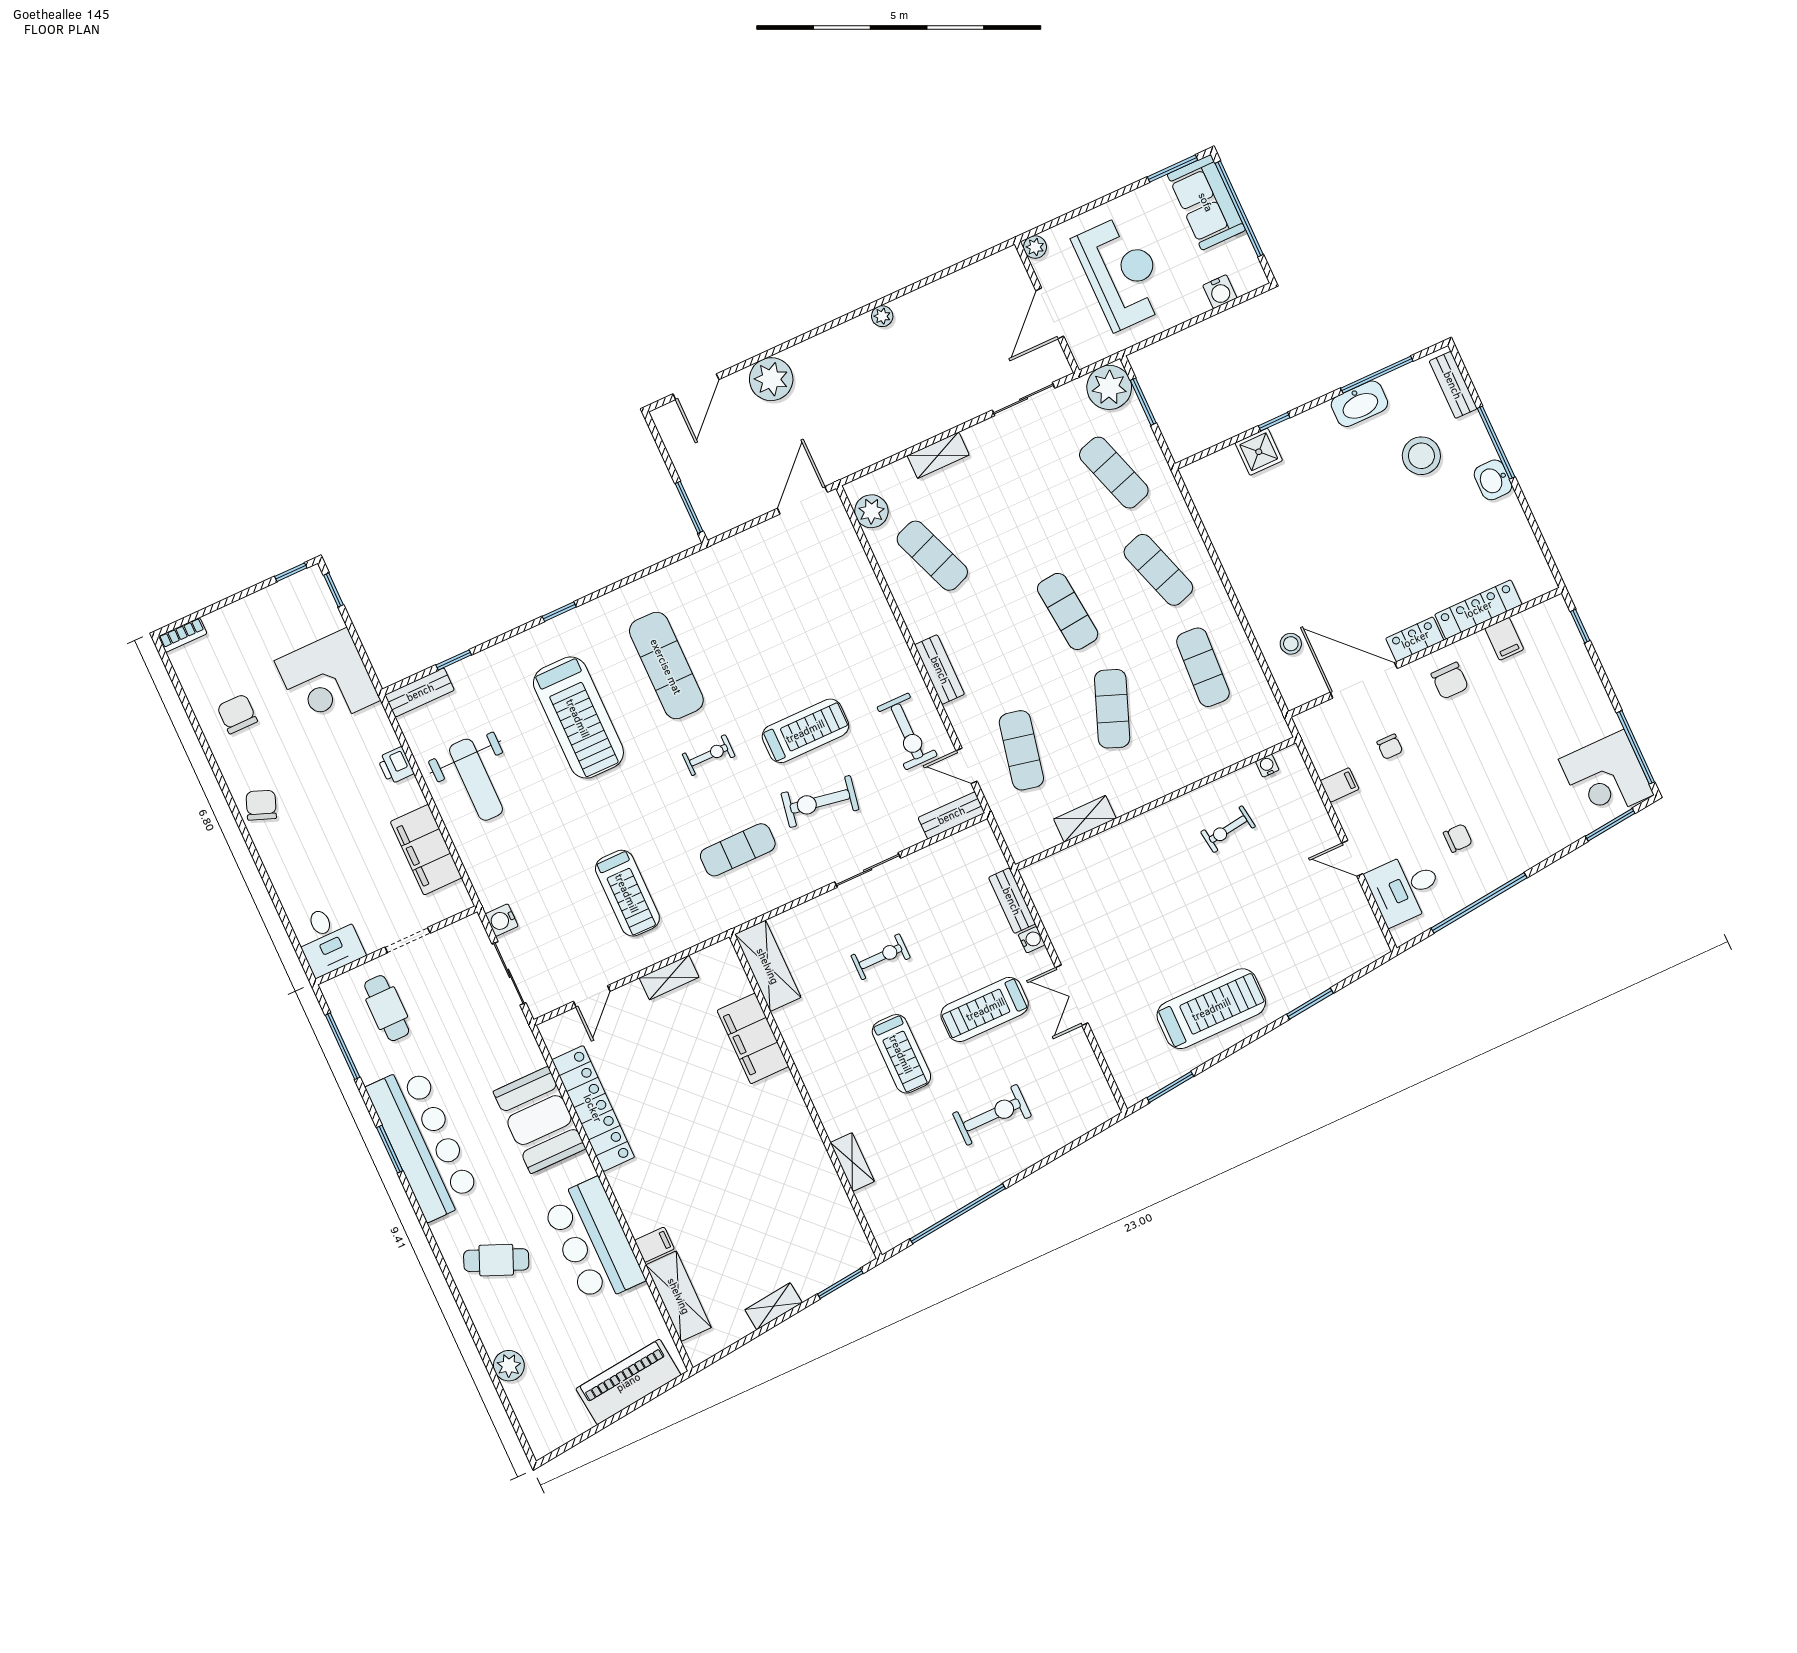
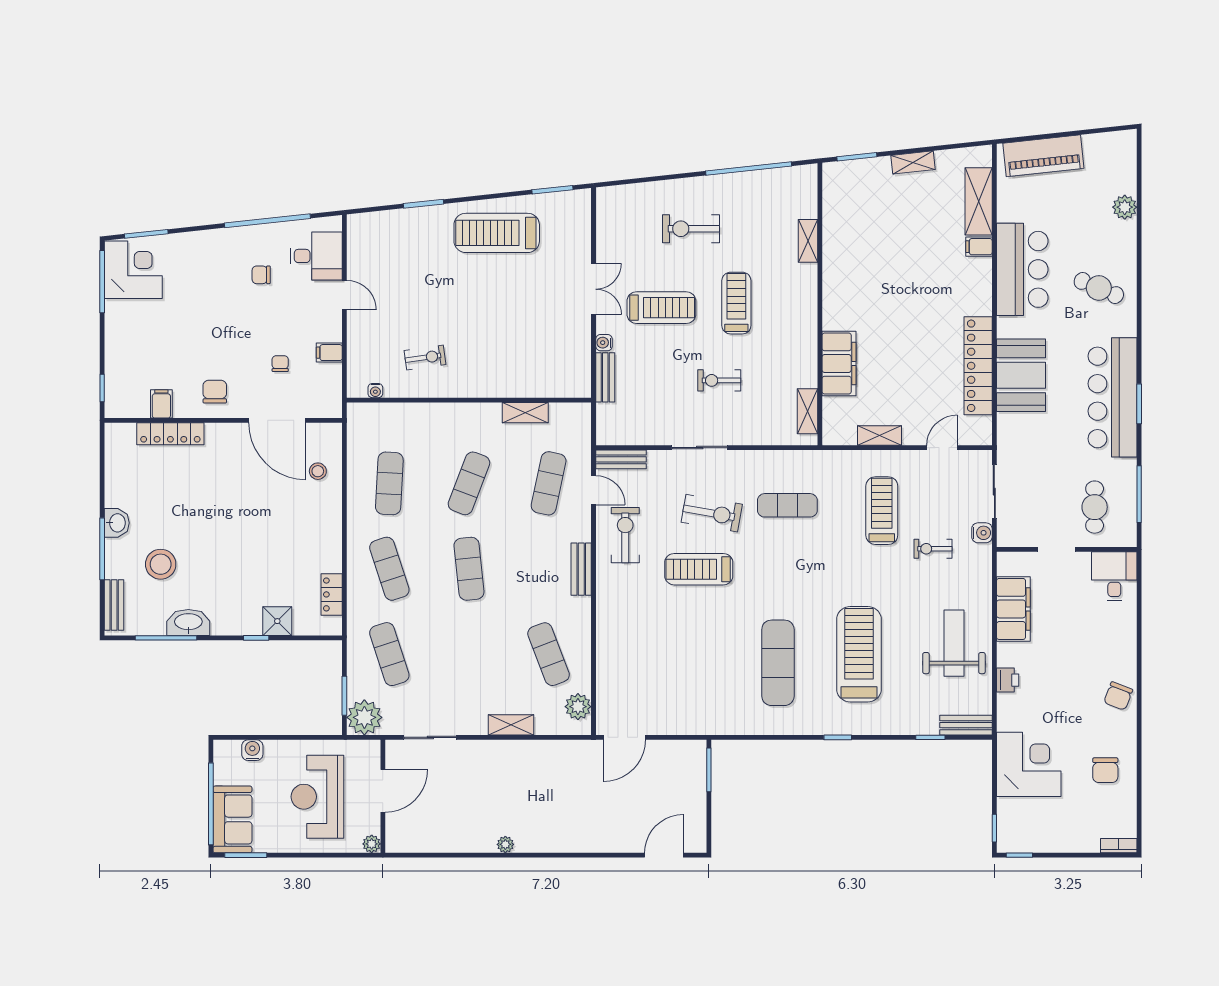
plant: (771, 379) -> (607, 836), removed
locker: (1415, 639) -> (332, 594), moved, turned 90
exercise bike: (709, 755) -> (933, 549), moved
shelving: (768, 966) -> (807, 411), width x0.67, depth x0.75

